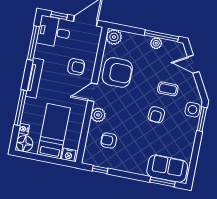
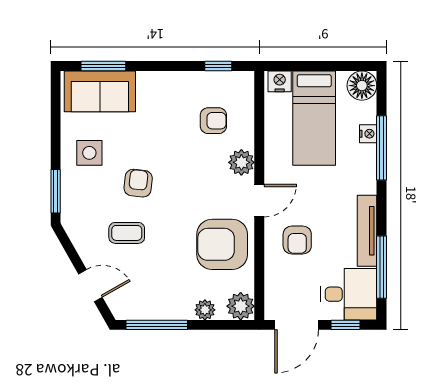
plant: (156, 43) -> (205, 310), moved
armchair: (76, 67) -> (297, 240), turned -90
tv unit: (35, 78) -> (367, 231), moved
side table: (193, 110) -> (89, 153), moved
nightstand: (24, 129) -> (368, 134), moved

